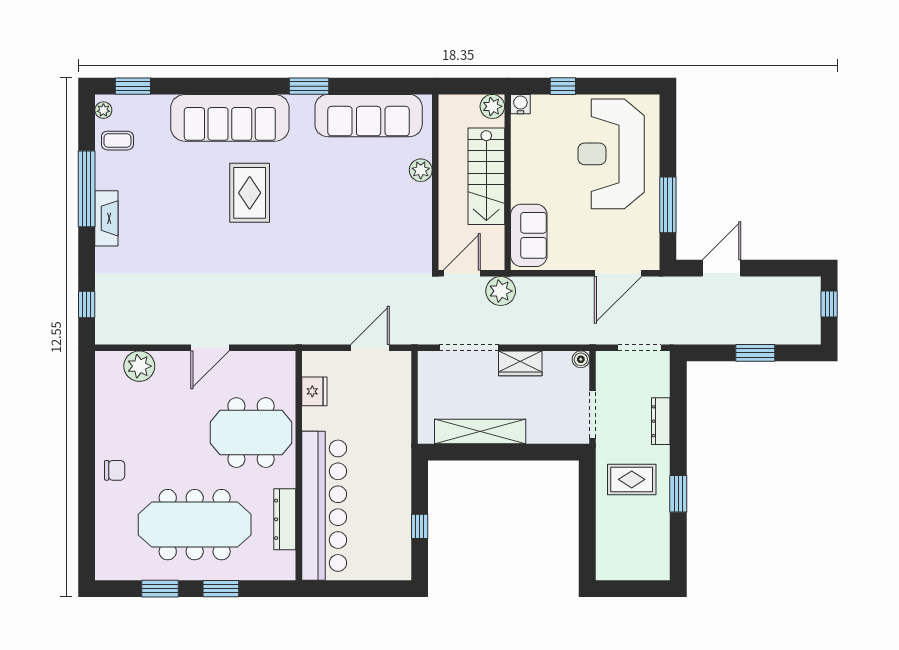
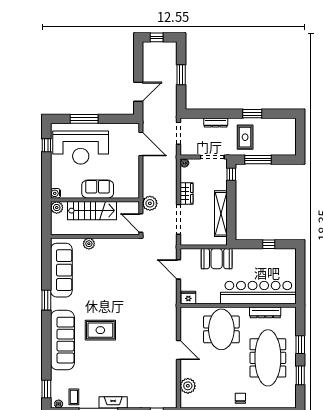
window: (563, 86) -> (46, 145), moved
window: (668, 205) -> (84, 119), moved
sofa: (529, 235) -> (98, 189), moved
door: (721, 268) -> (138, 92), swing flipped
fridge: (314, 391) -> (188, 297), moved
booth: (391, 423) -> (217, 259), added
window: (558, 452) -> (231, 174), added
window: (587, 505) -> (258, 160), added

